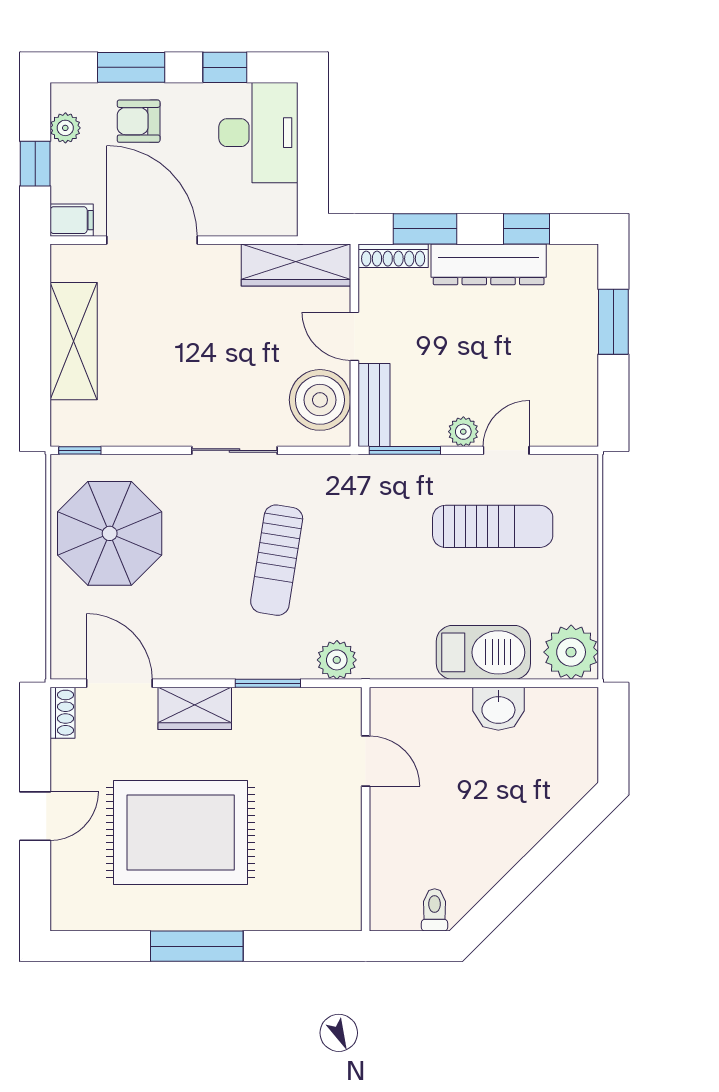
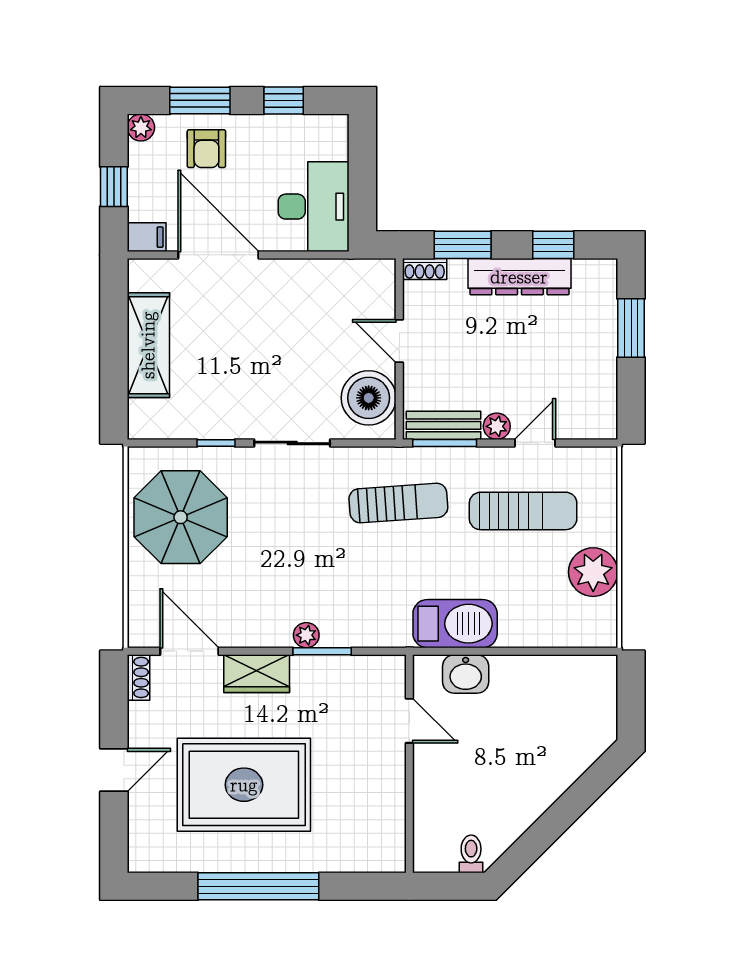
armchair: (139, 121) -> (206, 149), turned -90
plant: (65, 128) -> (141, 127), moved
desk: (258, 133) -> (314, 207), moved
shoe rack: (393, 256) -> (425, 269), width x0.70
wardrobe: (296, 265) -> (347, 277), removed
bench: (374, 405) -> (444, 425), moved, turned 90
window: (80, 450) -> (216, 443), moved
sun lounger: (277, 560) -> (398, 503), moved, turned -103
barbecue: (483, 652) -> (455, 624), moved
plant: (571, 652) -> (593, 572), moved
plant: (337, 660) -> (306, 635), moved, width x0.73, depth x0.73
washbasin: (498, 709) -> (466, 674), moved
window: (197, 946) -> (258, 886), width x1.46

